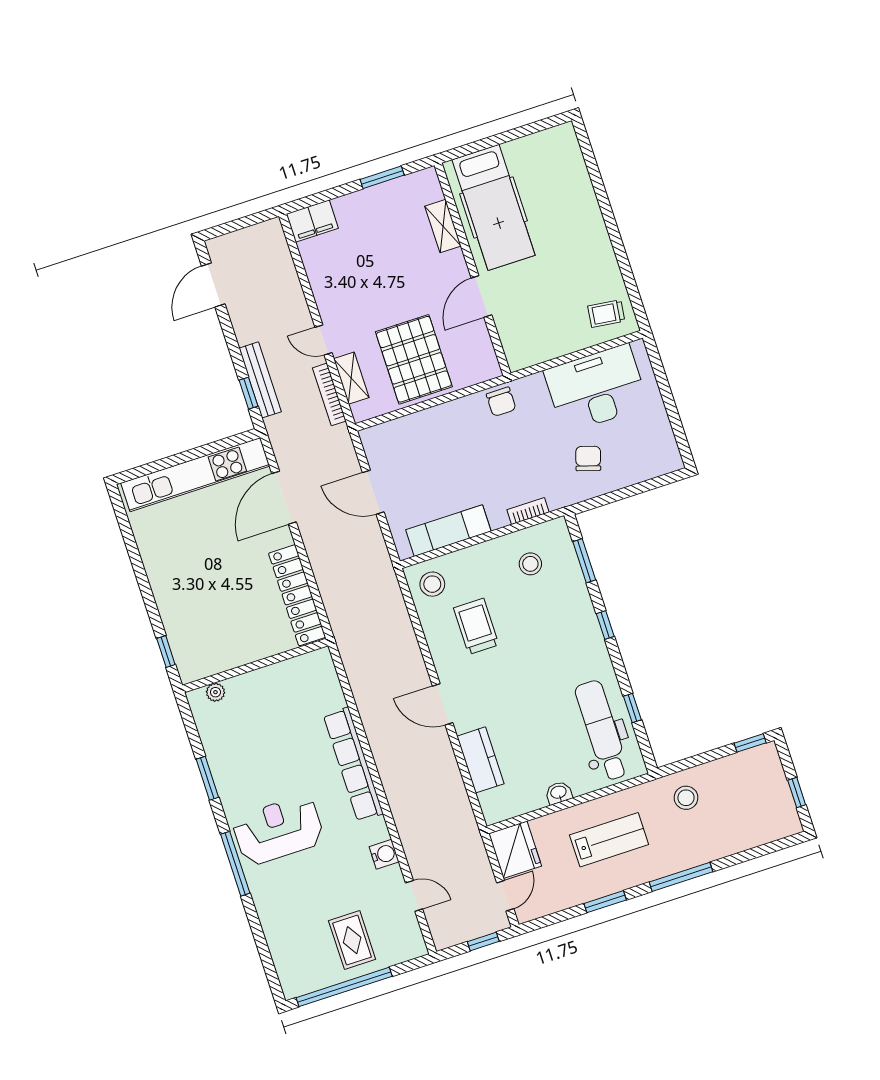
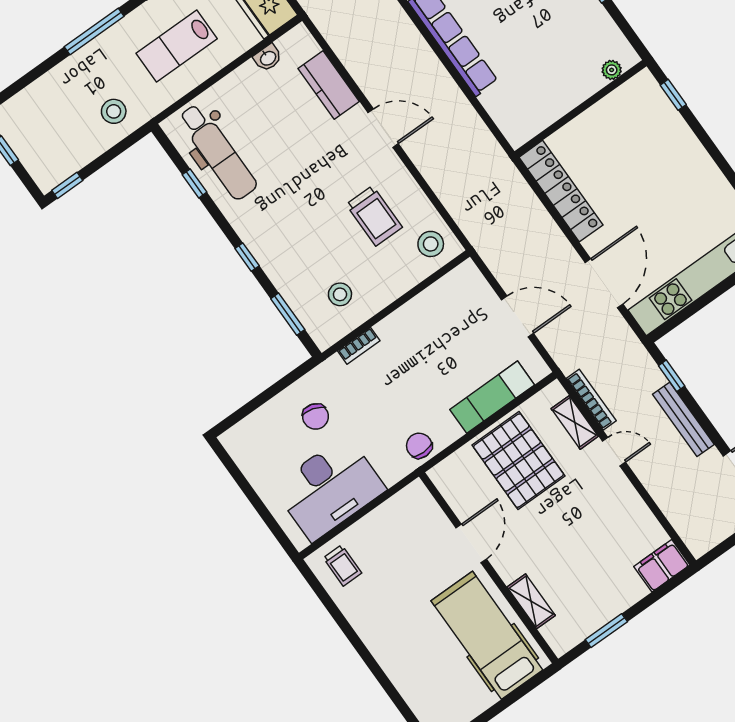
trolley: (606, 314) -> (342, 565), turned 83
bench: (260, 380) -> (683, 419), moved
exam couch: (448, 531) -> (492, 397), moved, turned 180
washbasin: (559, 793) -> (268, 58), moved

